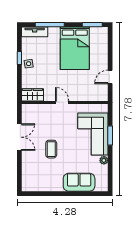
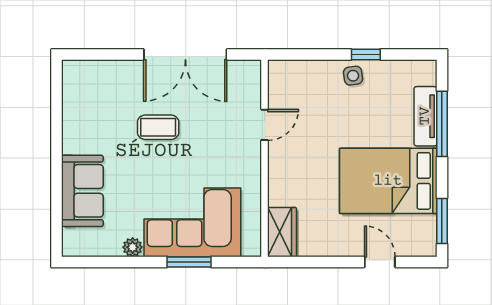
tv unit: (35, 32) -> (425, 116), moved
door: (110, 77) -> (380, 262), moved
wardrobe: (32, 95) -> (282, 232), moved
door: (62, 102) -> (265, 125), moved
double door: (19, 137) -> (185, 55), width x1.37

